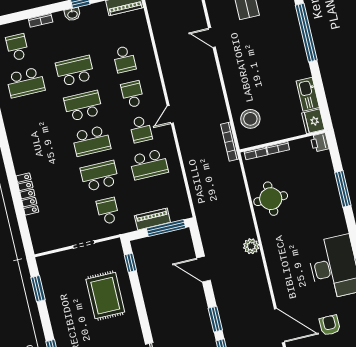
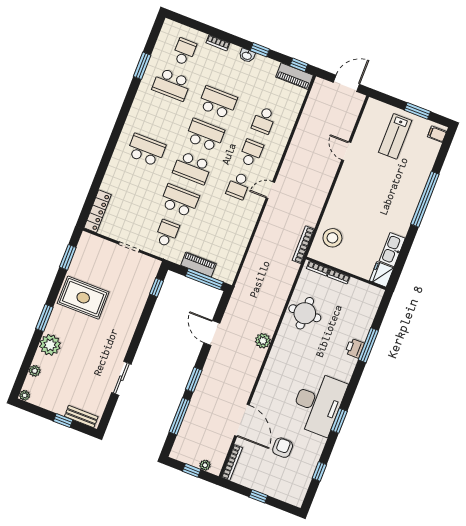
printer: (320, 142) -> (355, 348), moved
school desk: (149, 164) -> (146, 150), moved, turned 180
locker: (27, 194) -> (98, 211), moved
rug: (105, 296) -> (83, 298), moved, turned 90

